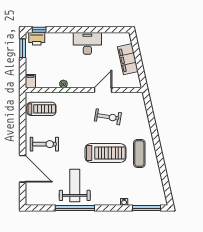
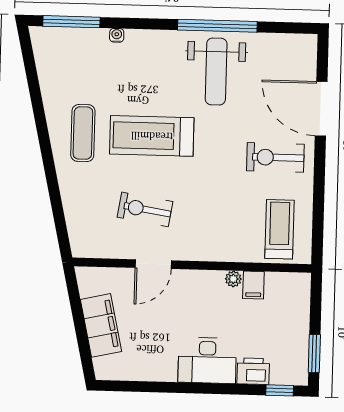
printer: (37, 39) -> (253, 371), moved
desk: (87, 43) -> (207, 360), moved
filing cabinet: (30, 81) -> (253, 285), moved
treadmill: (41, 109) -> (279, 229), turned 90

